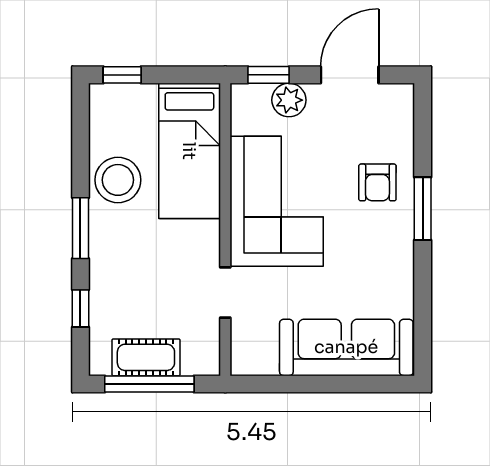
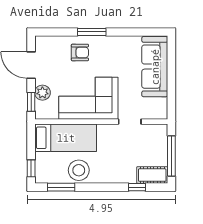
window: (80, 228) -> (61, 187), moved
cot: (146, 357) -> (152, 175), moved, turned 90

